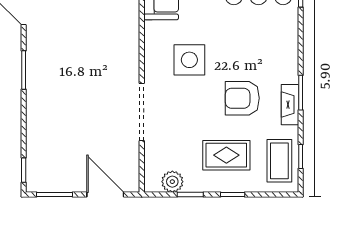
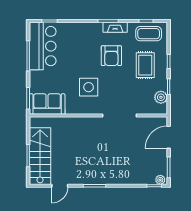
plant: (33, 181) -> (160, 180), added

